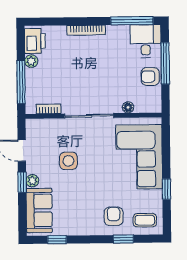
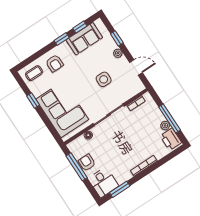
window: (132, 21) -> (120, 189), width x0.69
window: (165, 63) -> (77, 167), moved
armchair: (150, 77) -> (87, 163), turned -90
window: (21, 82) -> (170, 119), moved
window: (22, 182) -> (117, 38), moved
sofa: (39, 210) -> (84, 39), moved, turned -90
window: (123, 239) -> (62, 39), moved

